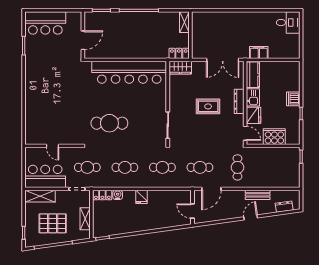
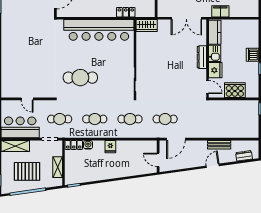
locker: (179, 53) -> (126, 12), moved
rug: (208, 106) -> (173, 62), removed
cafe table: (237, 167) -> (200, 119), removed

